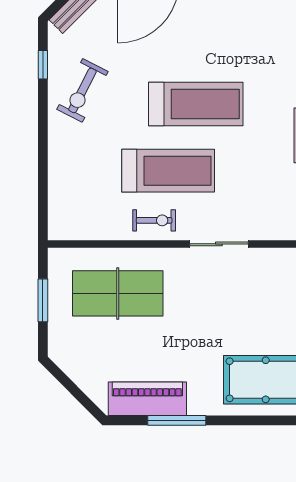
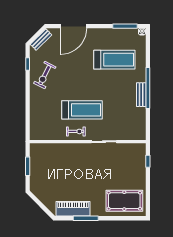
treadmill: (196, 104) -> (114, 60), moved
table tennis table: (118, 293) -> (60, 163), removed

